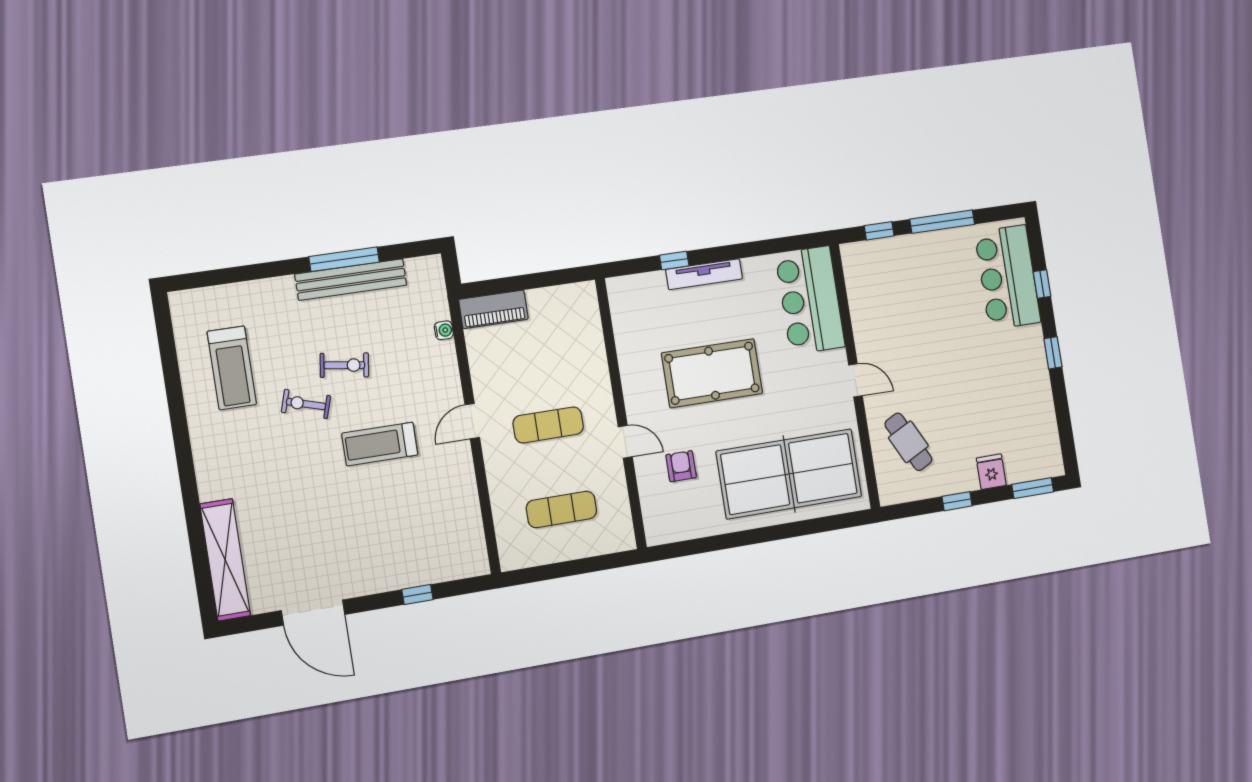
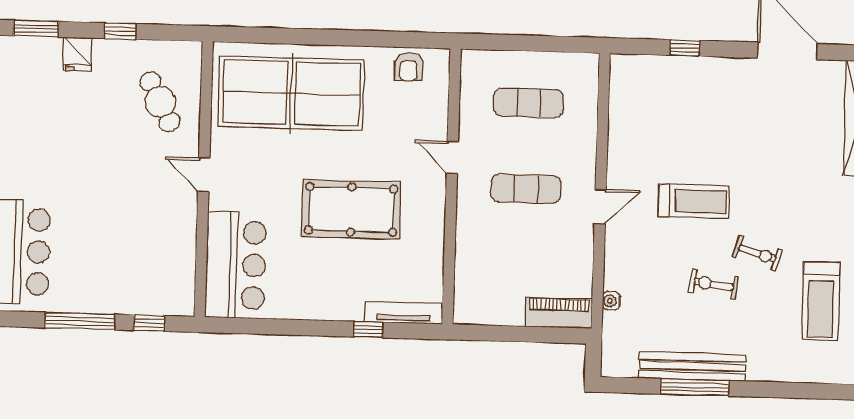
tv unit: (704, 274) -> (404, 312), moved
treadmill: (232, 368) -> (821, 301), turned 180
armchair: (681, 466) -> (409, 67), moved

